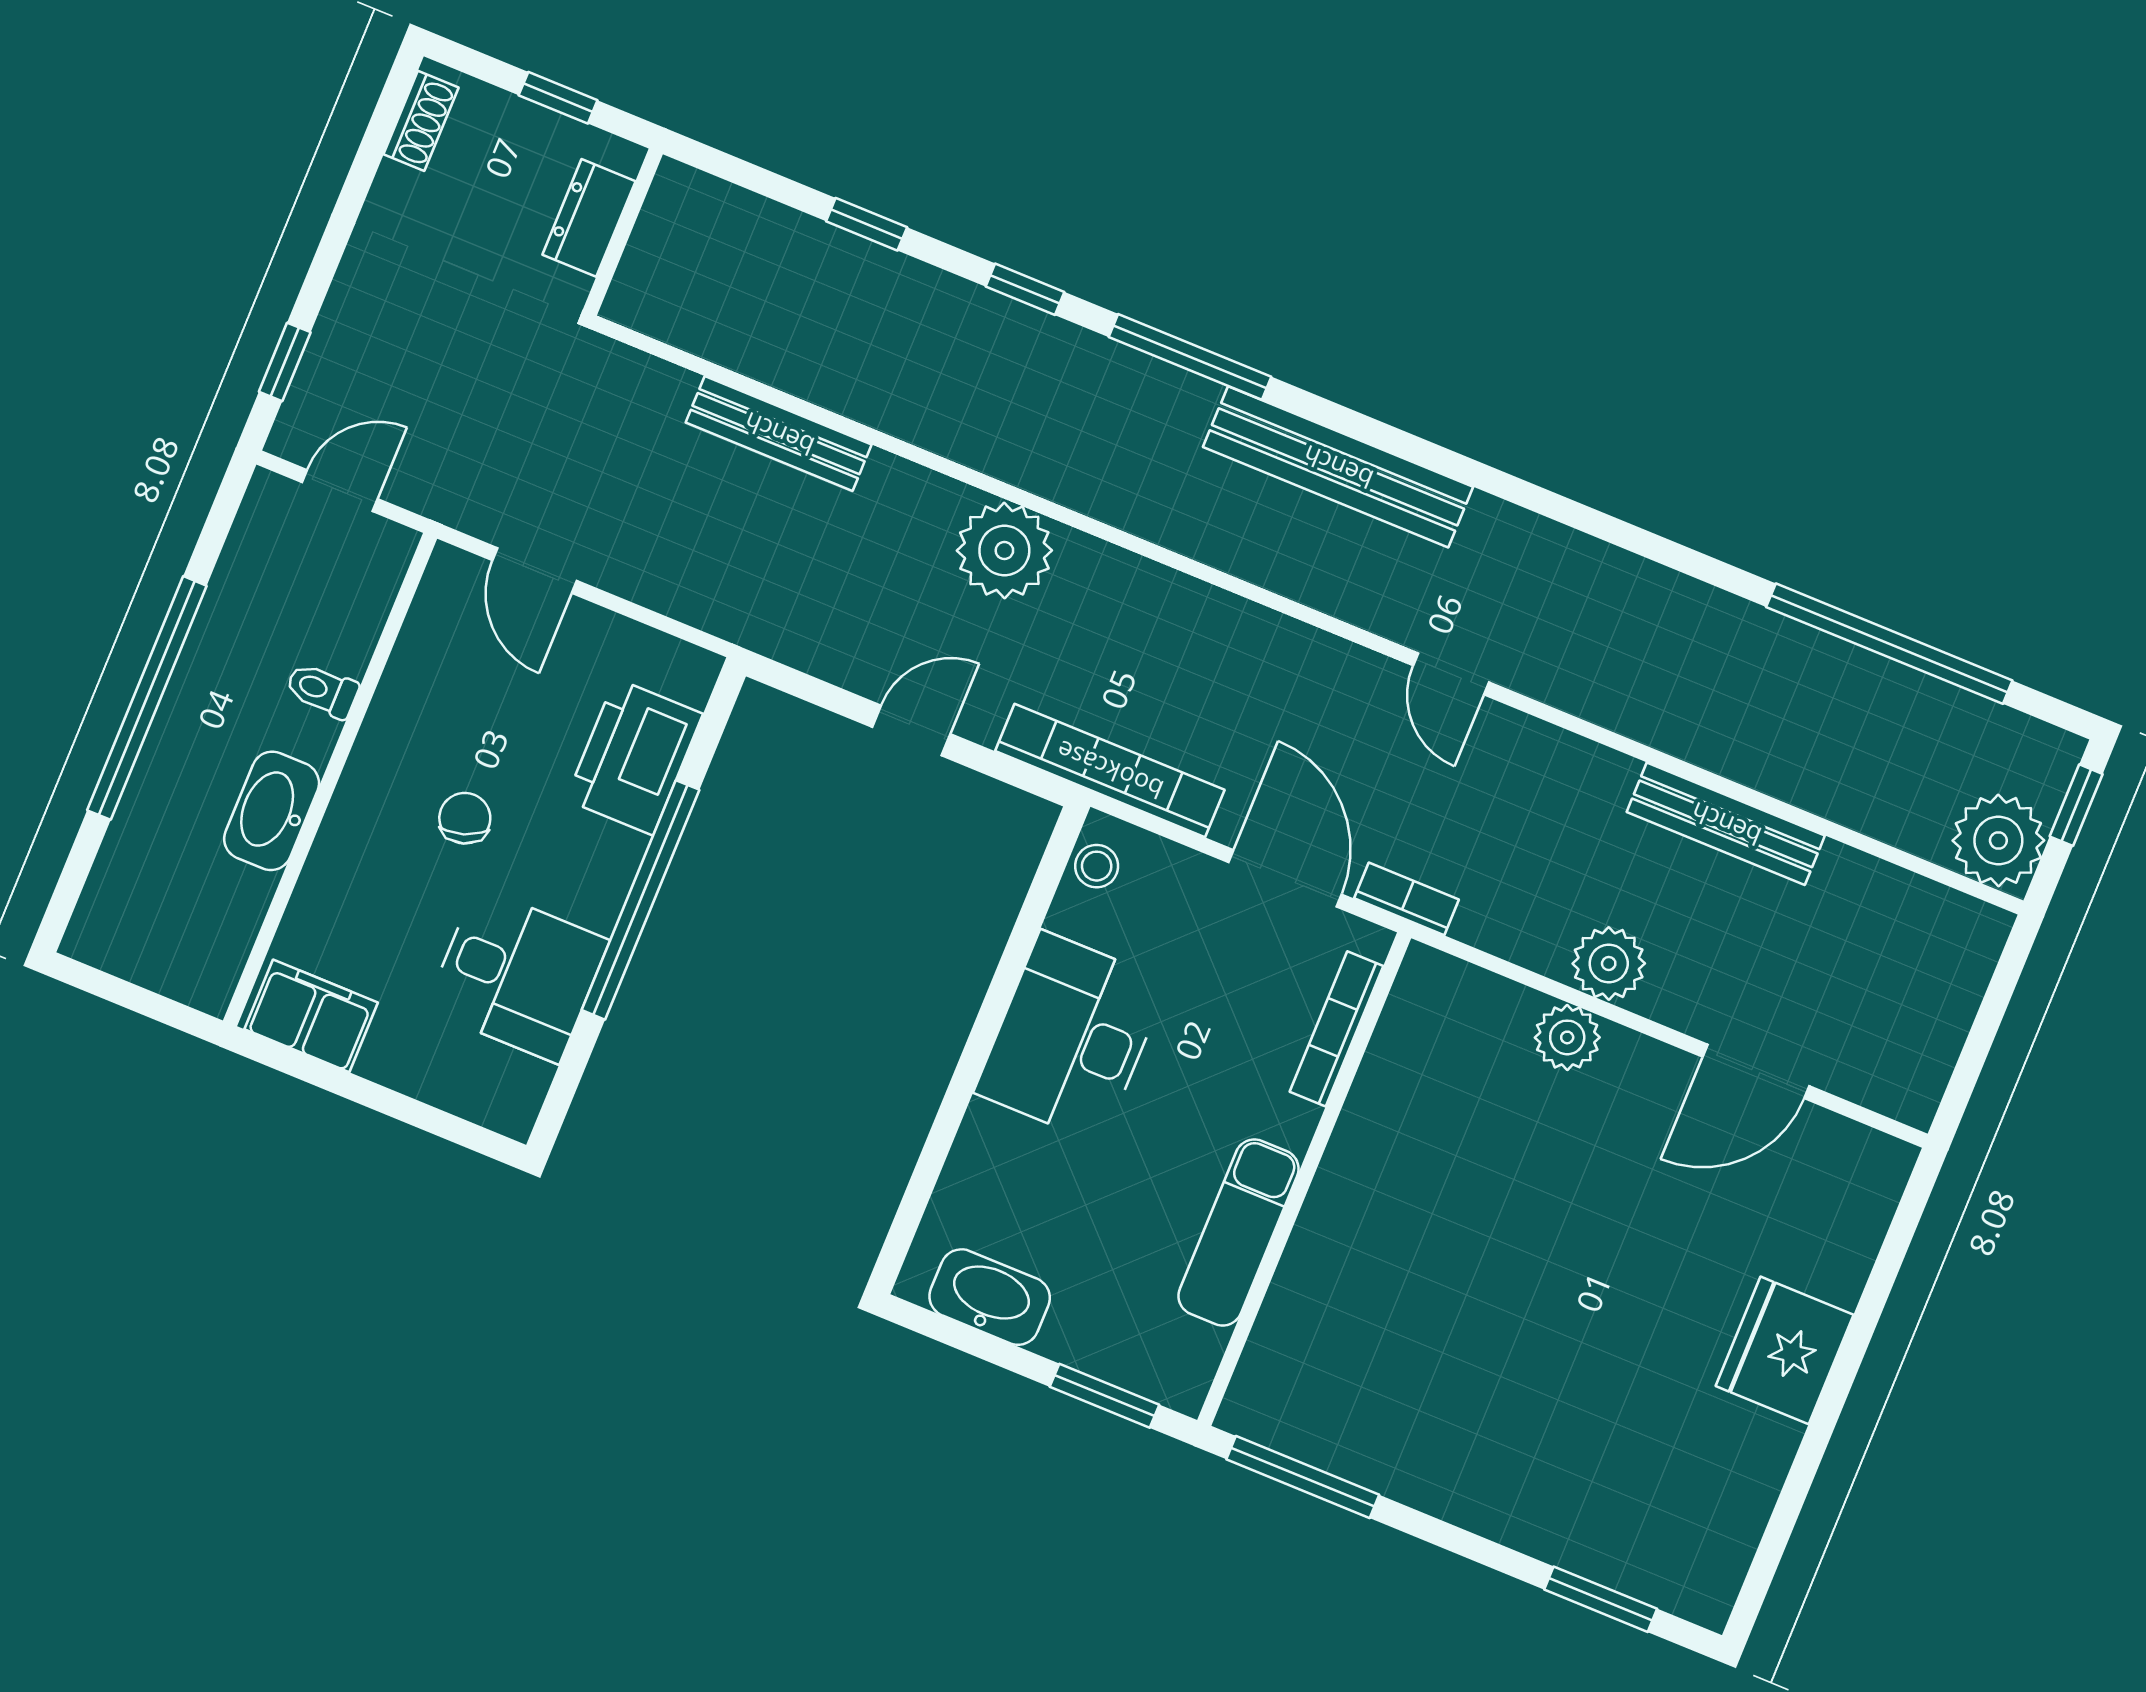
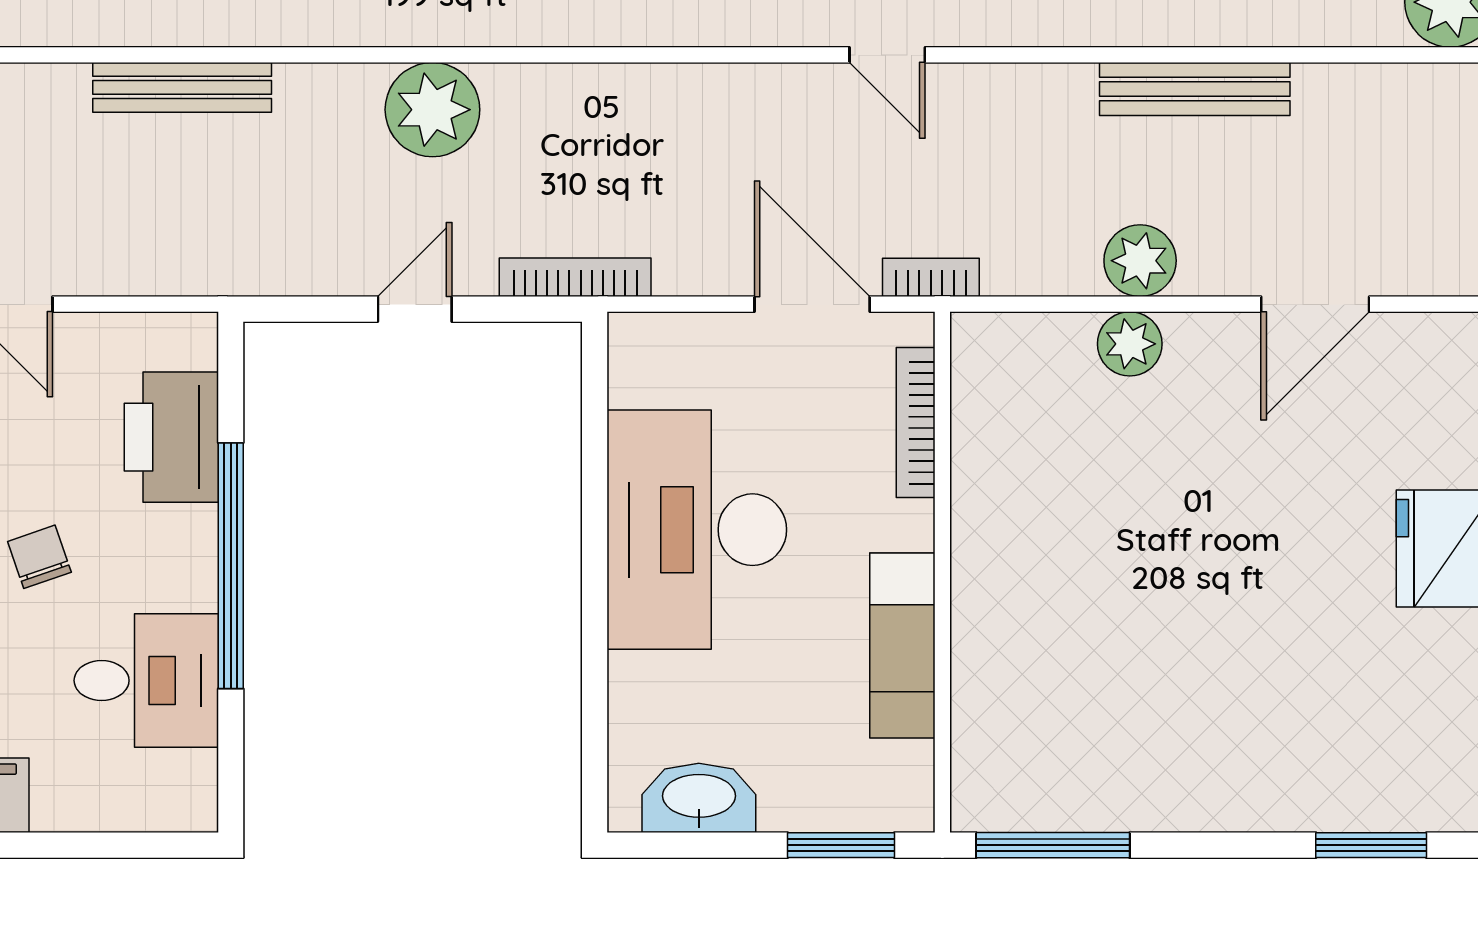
bookcase: (1110, 770) -> (575, 277), width x0.68, depth x0.76
stool: (1097, 866) -> (635, 364), removed
desk: (1071, 1037) -> (697, 530), width x1.36, depth x1.30

